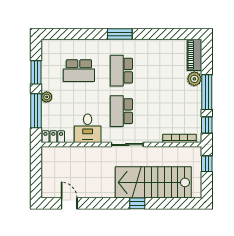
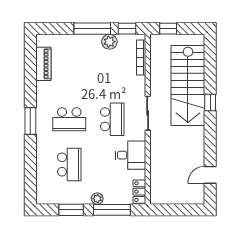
piano: (195, 55) -> (43, 64), moved, turned -90
plant: (194, 79) -> (109, 42), moved
school desk: (121, 111) -> (112, 119), turned -90

